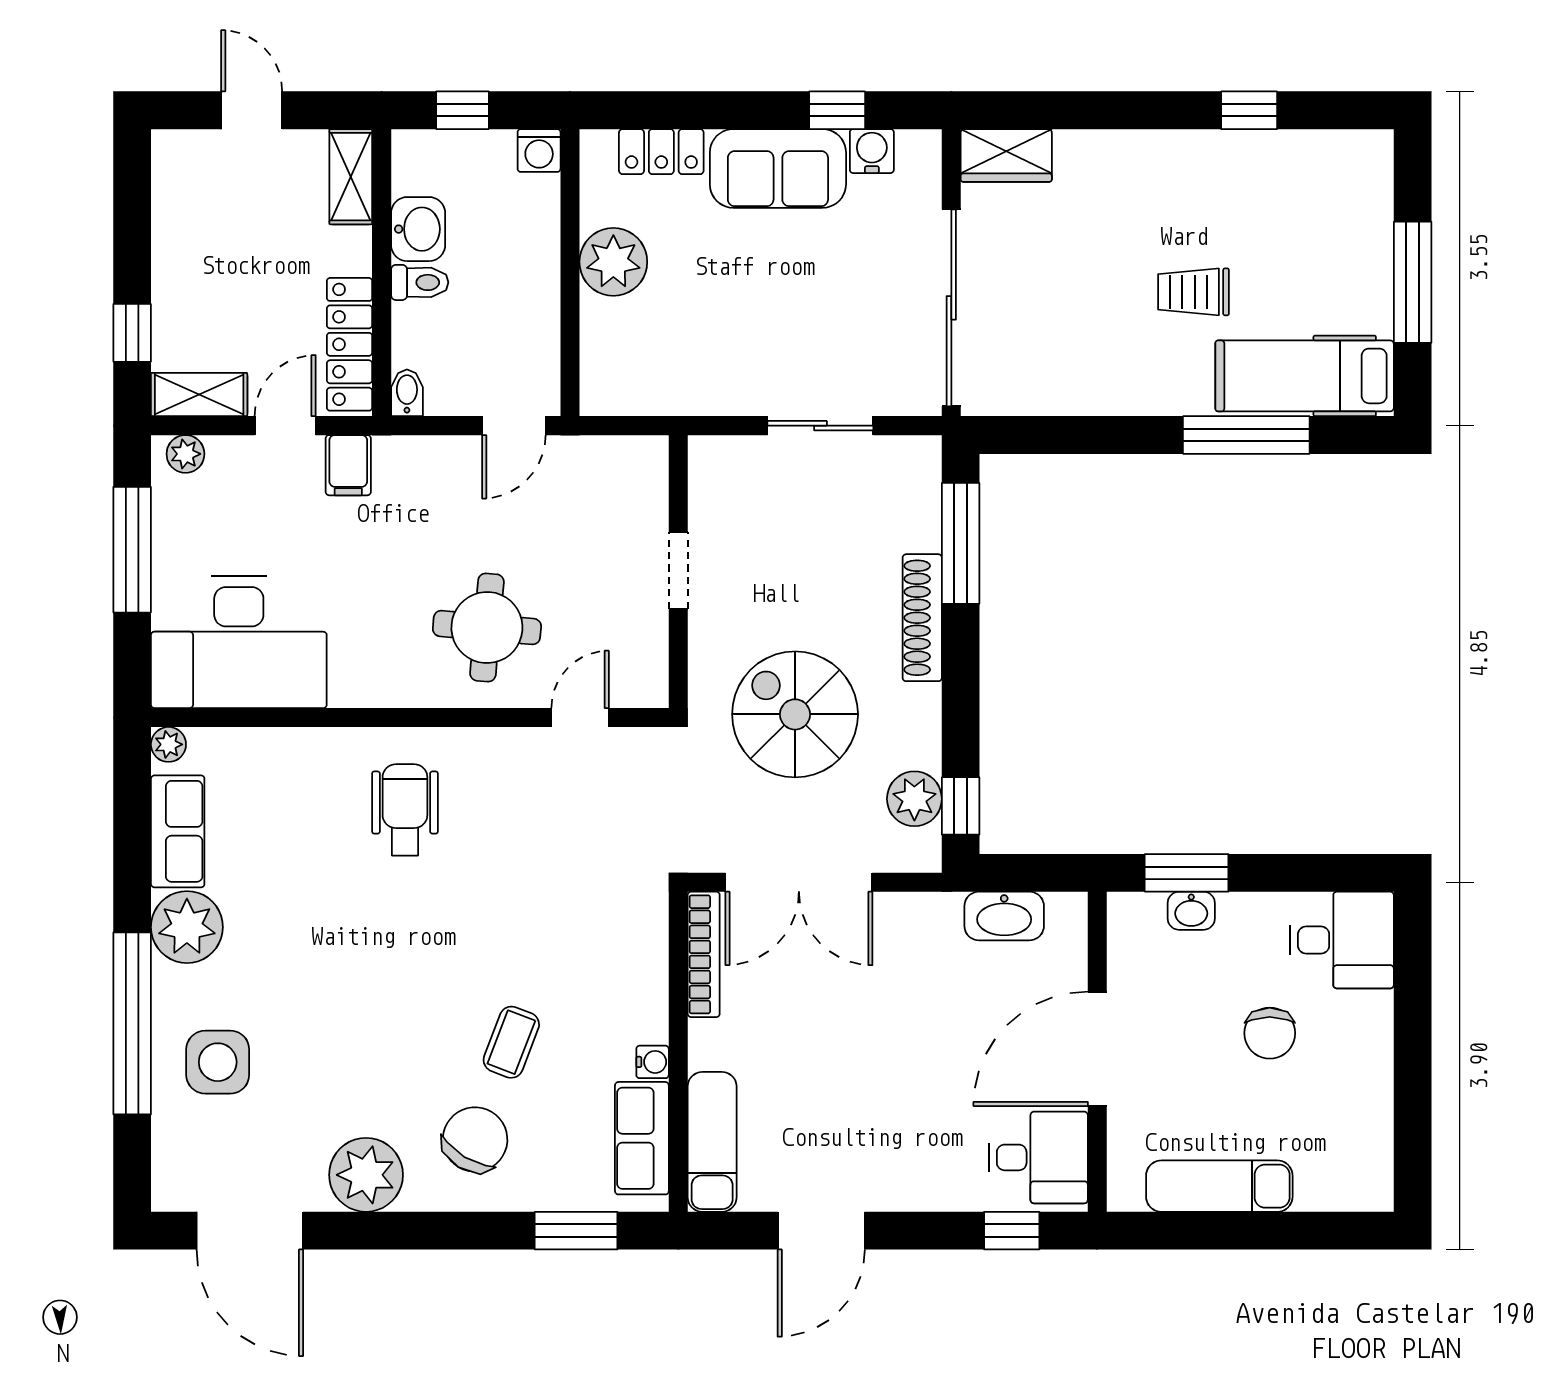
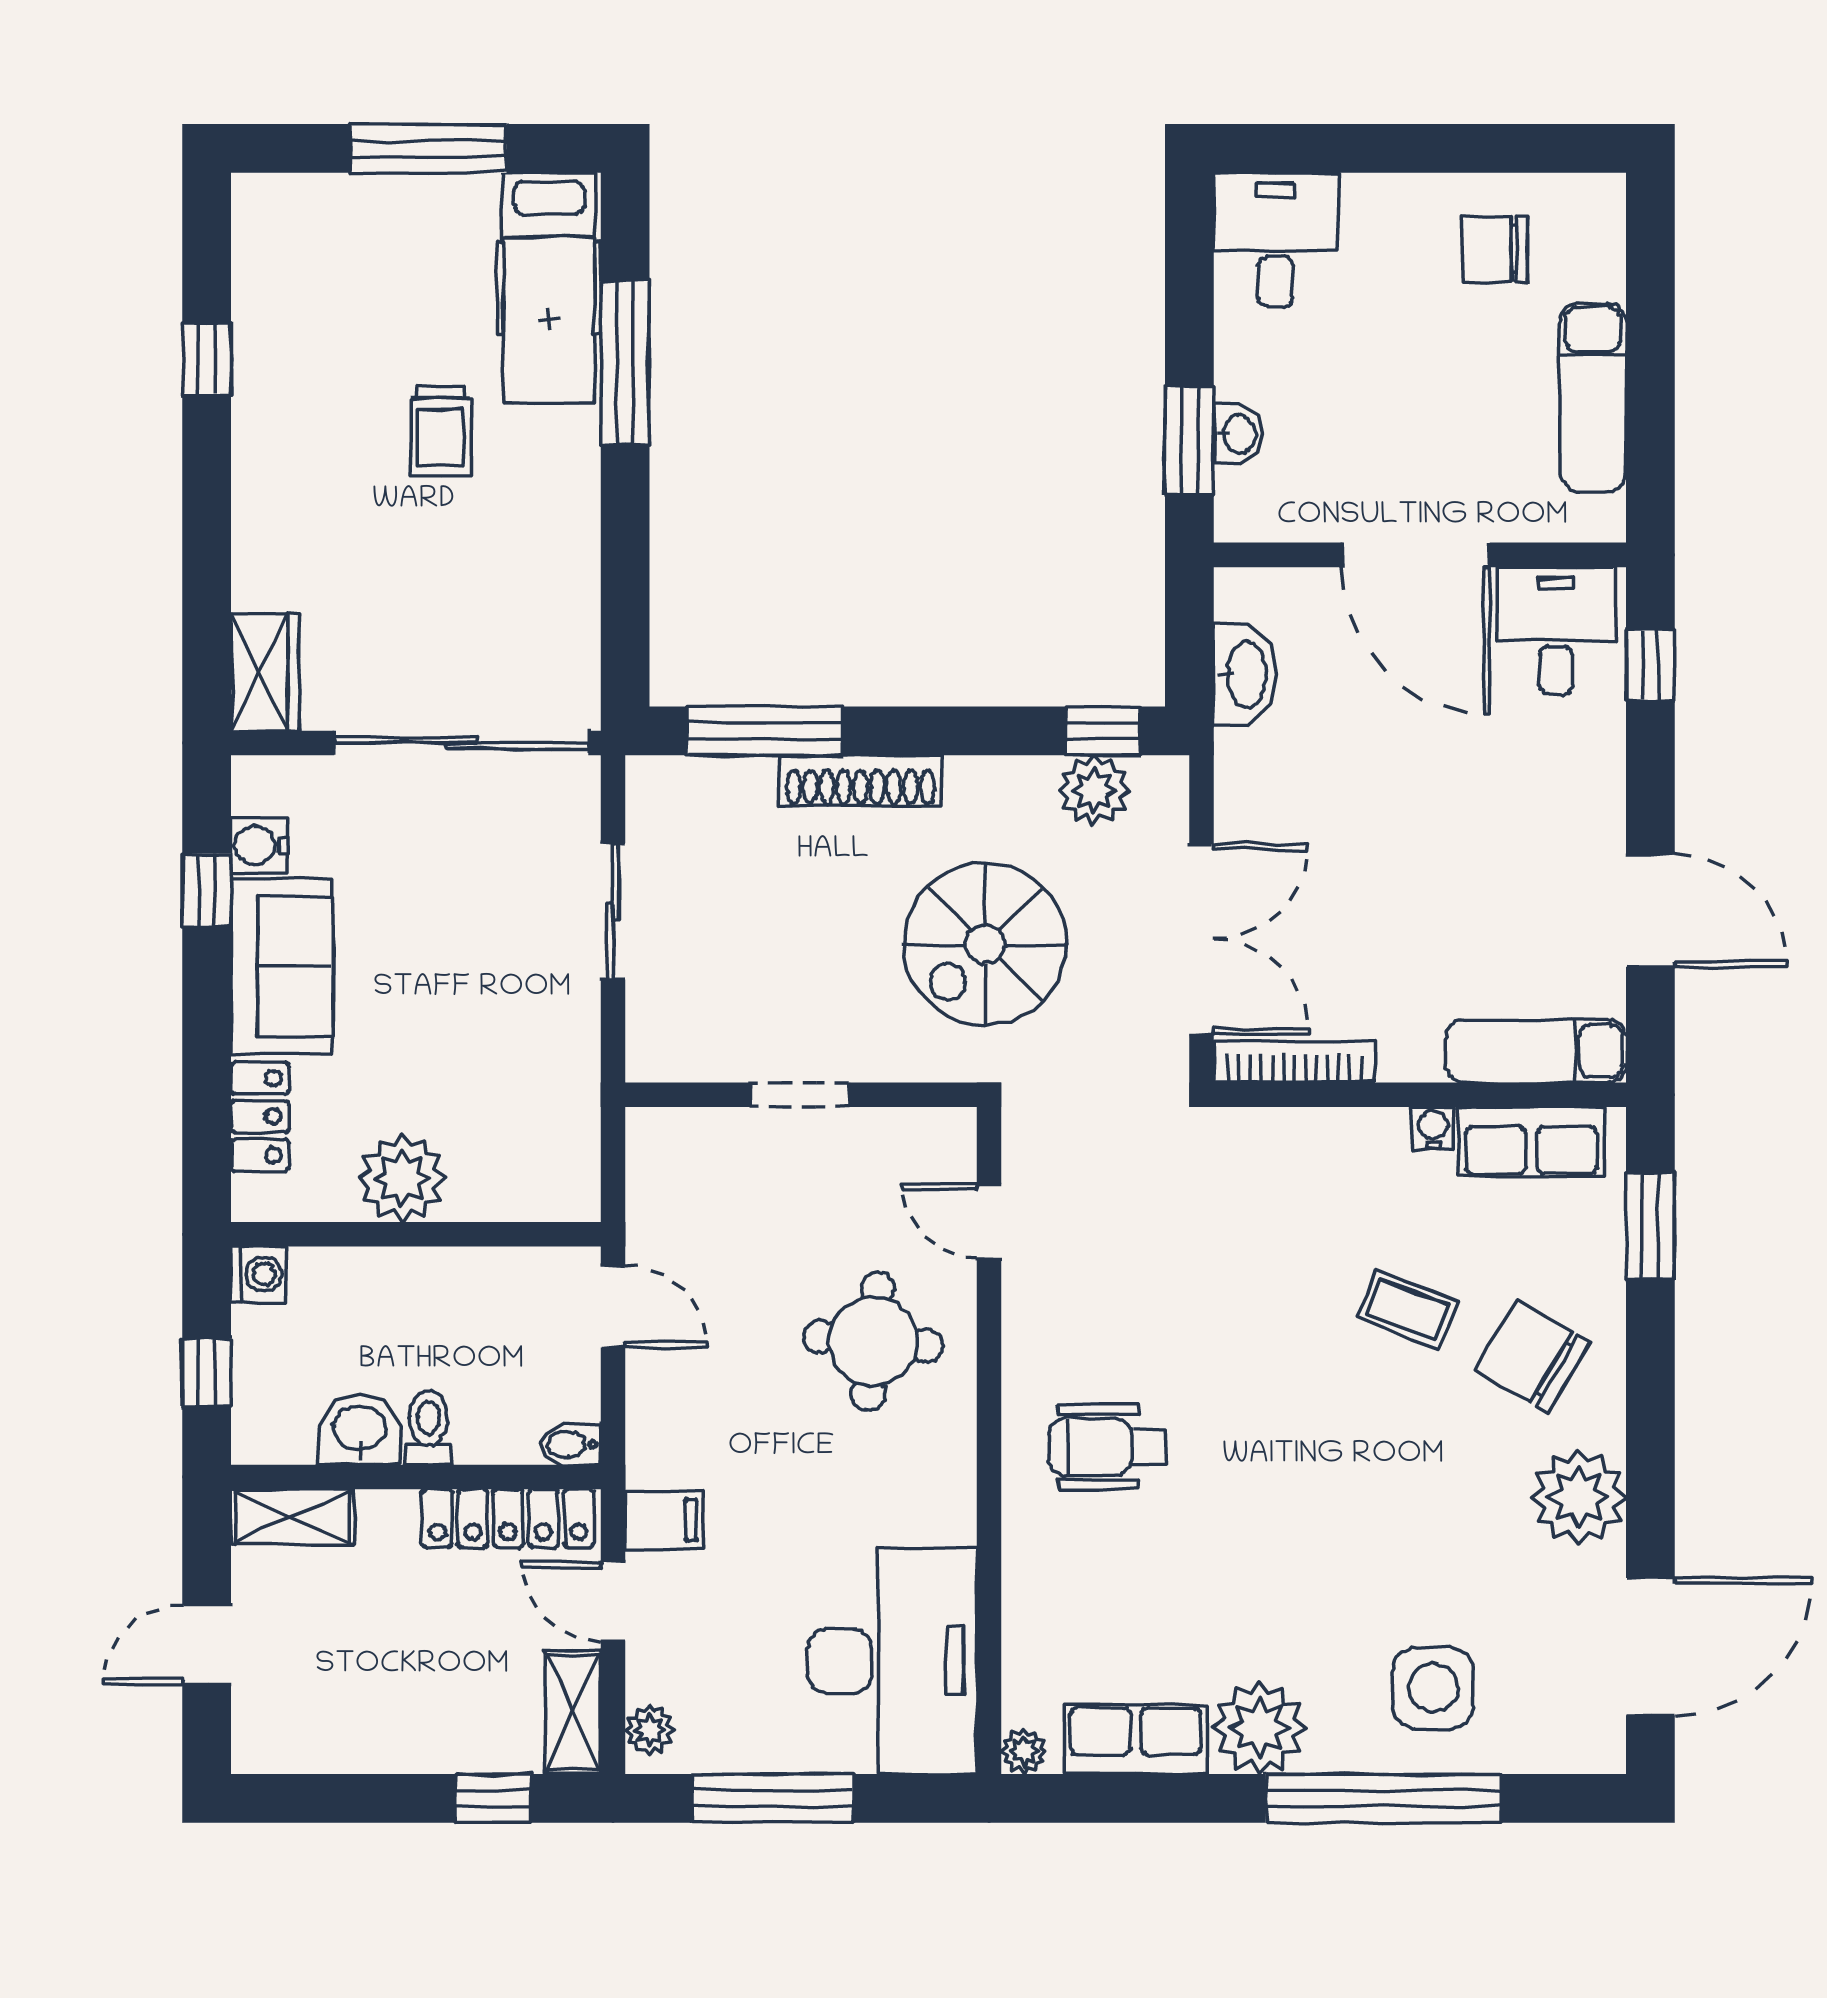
chair: (1270, 1033) -> (1494, 250), moved, turned 180

